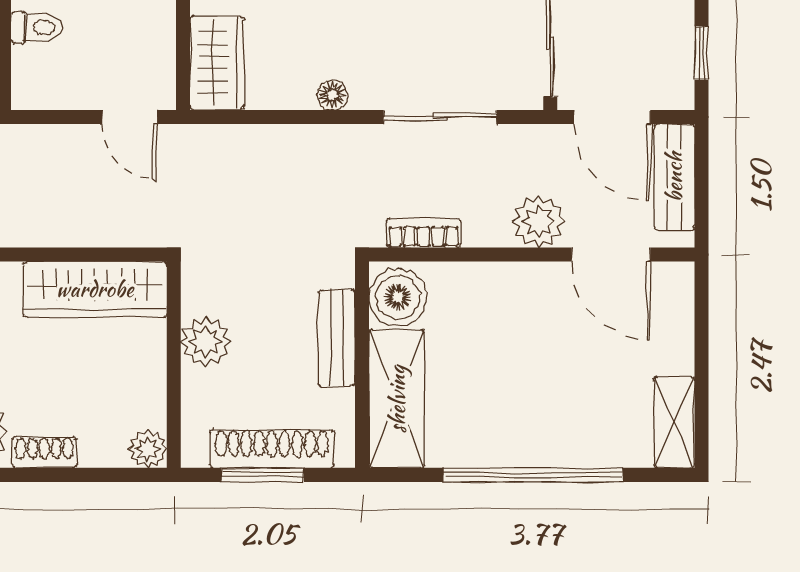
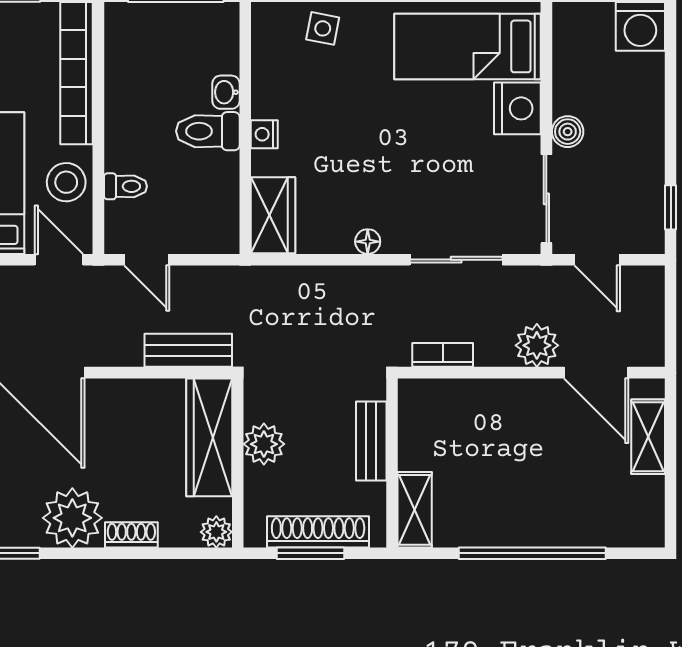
door: (130, 117) -> (147, 260), moved
door: (612, 117) -> (597, 260), width x0.73
bench: (674, 177) -> (188, 350), moved, turned 90
wardrobe: (95, 289) -> (209, 437), moved, turned 90
boiler: (398, 297) -> (421, 408), removed
shelving: (397, 399) -> (415, 510), width x0.67, depth x0.75
shelving: (674, 422) -> (648, 437), moved

